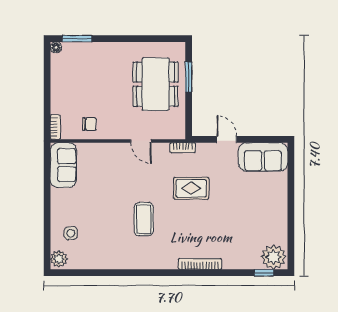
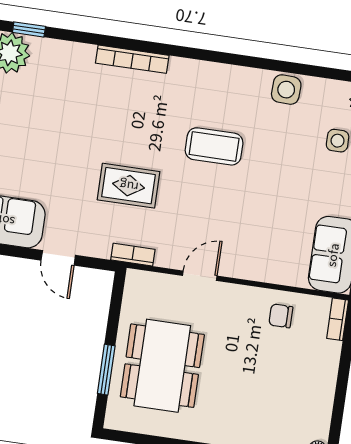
door: (141, 141) -> (200, 276), hinge flipped
coffee table: (144, 219) -> (214, 146), turned 90
side table: (106, 259) -> (286, 90), added

